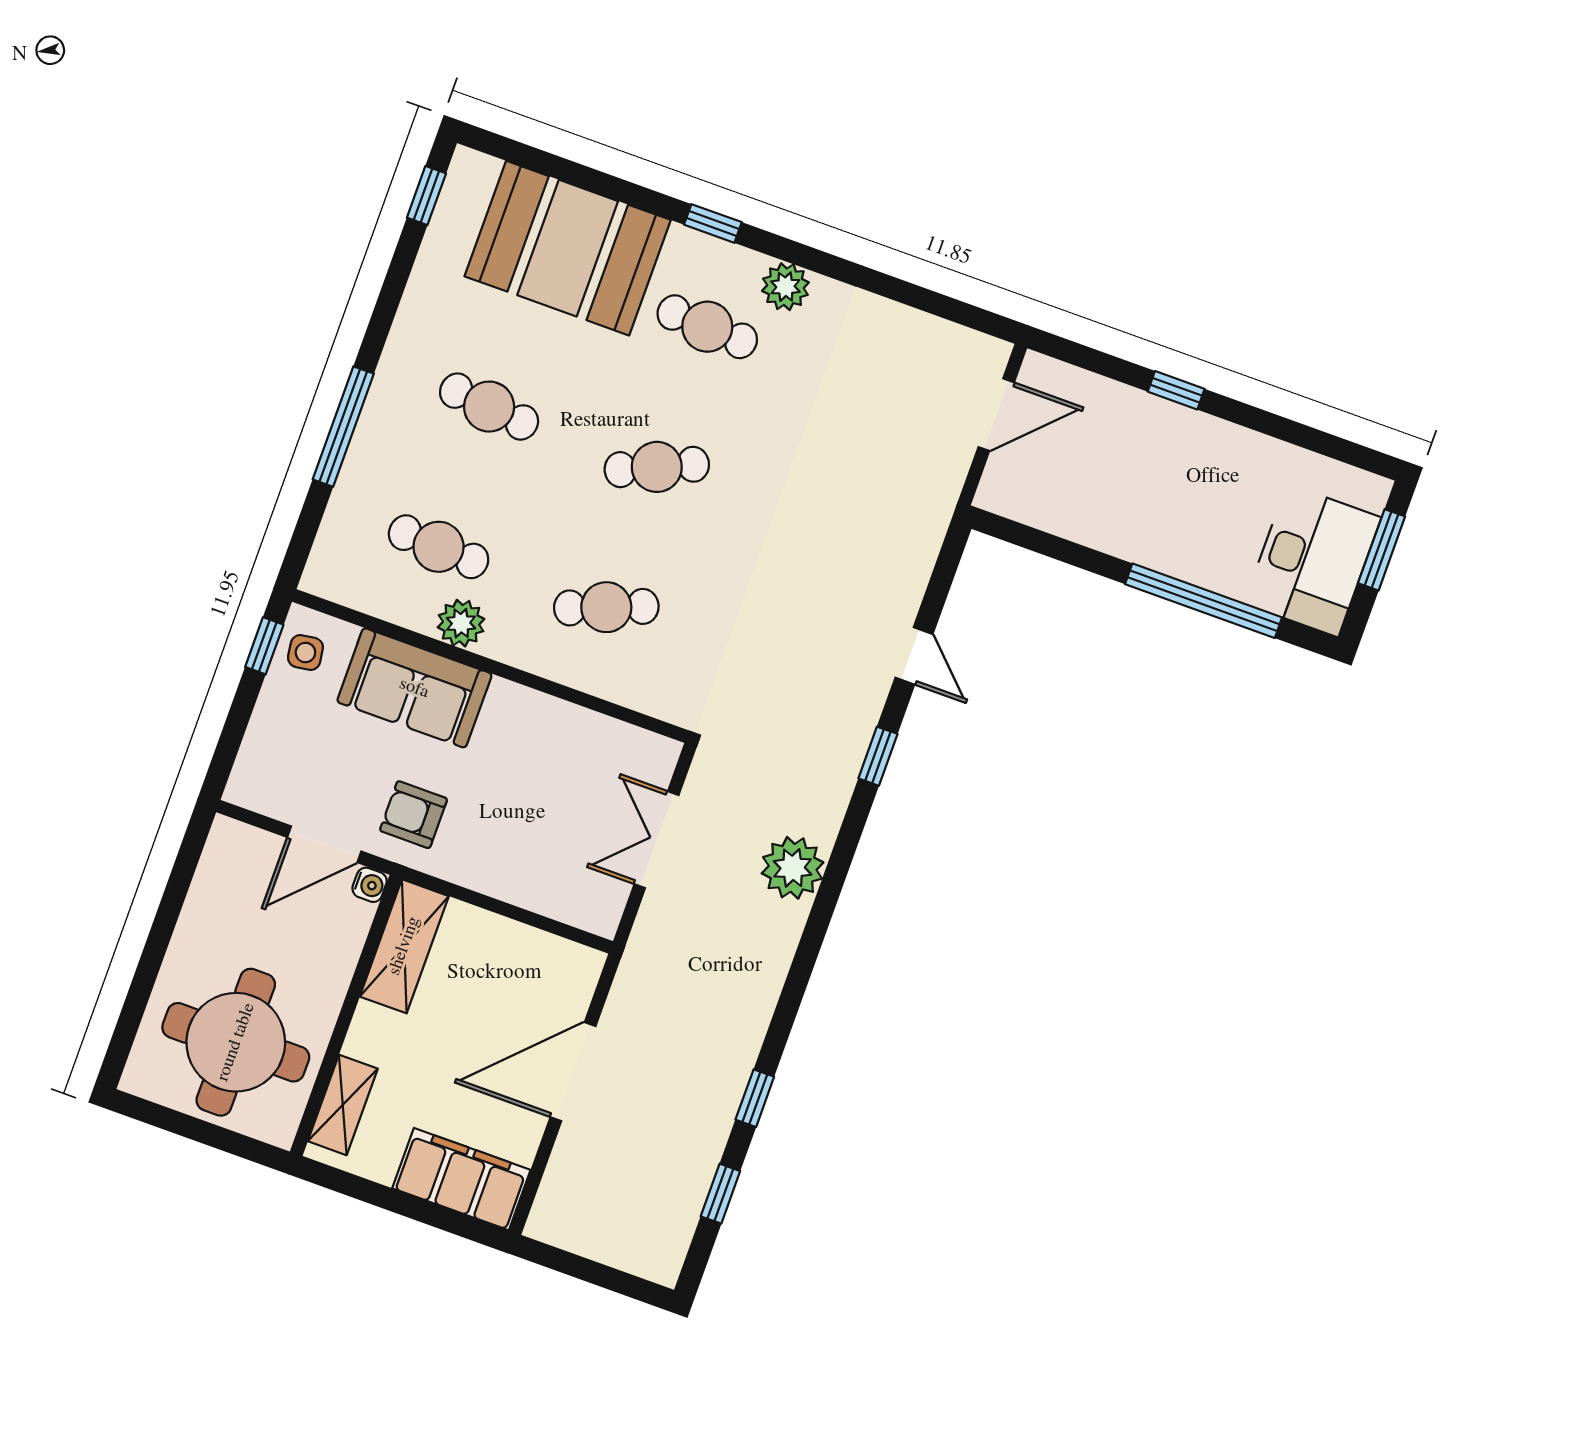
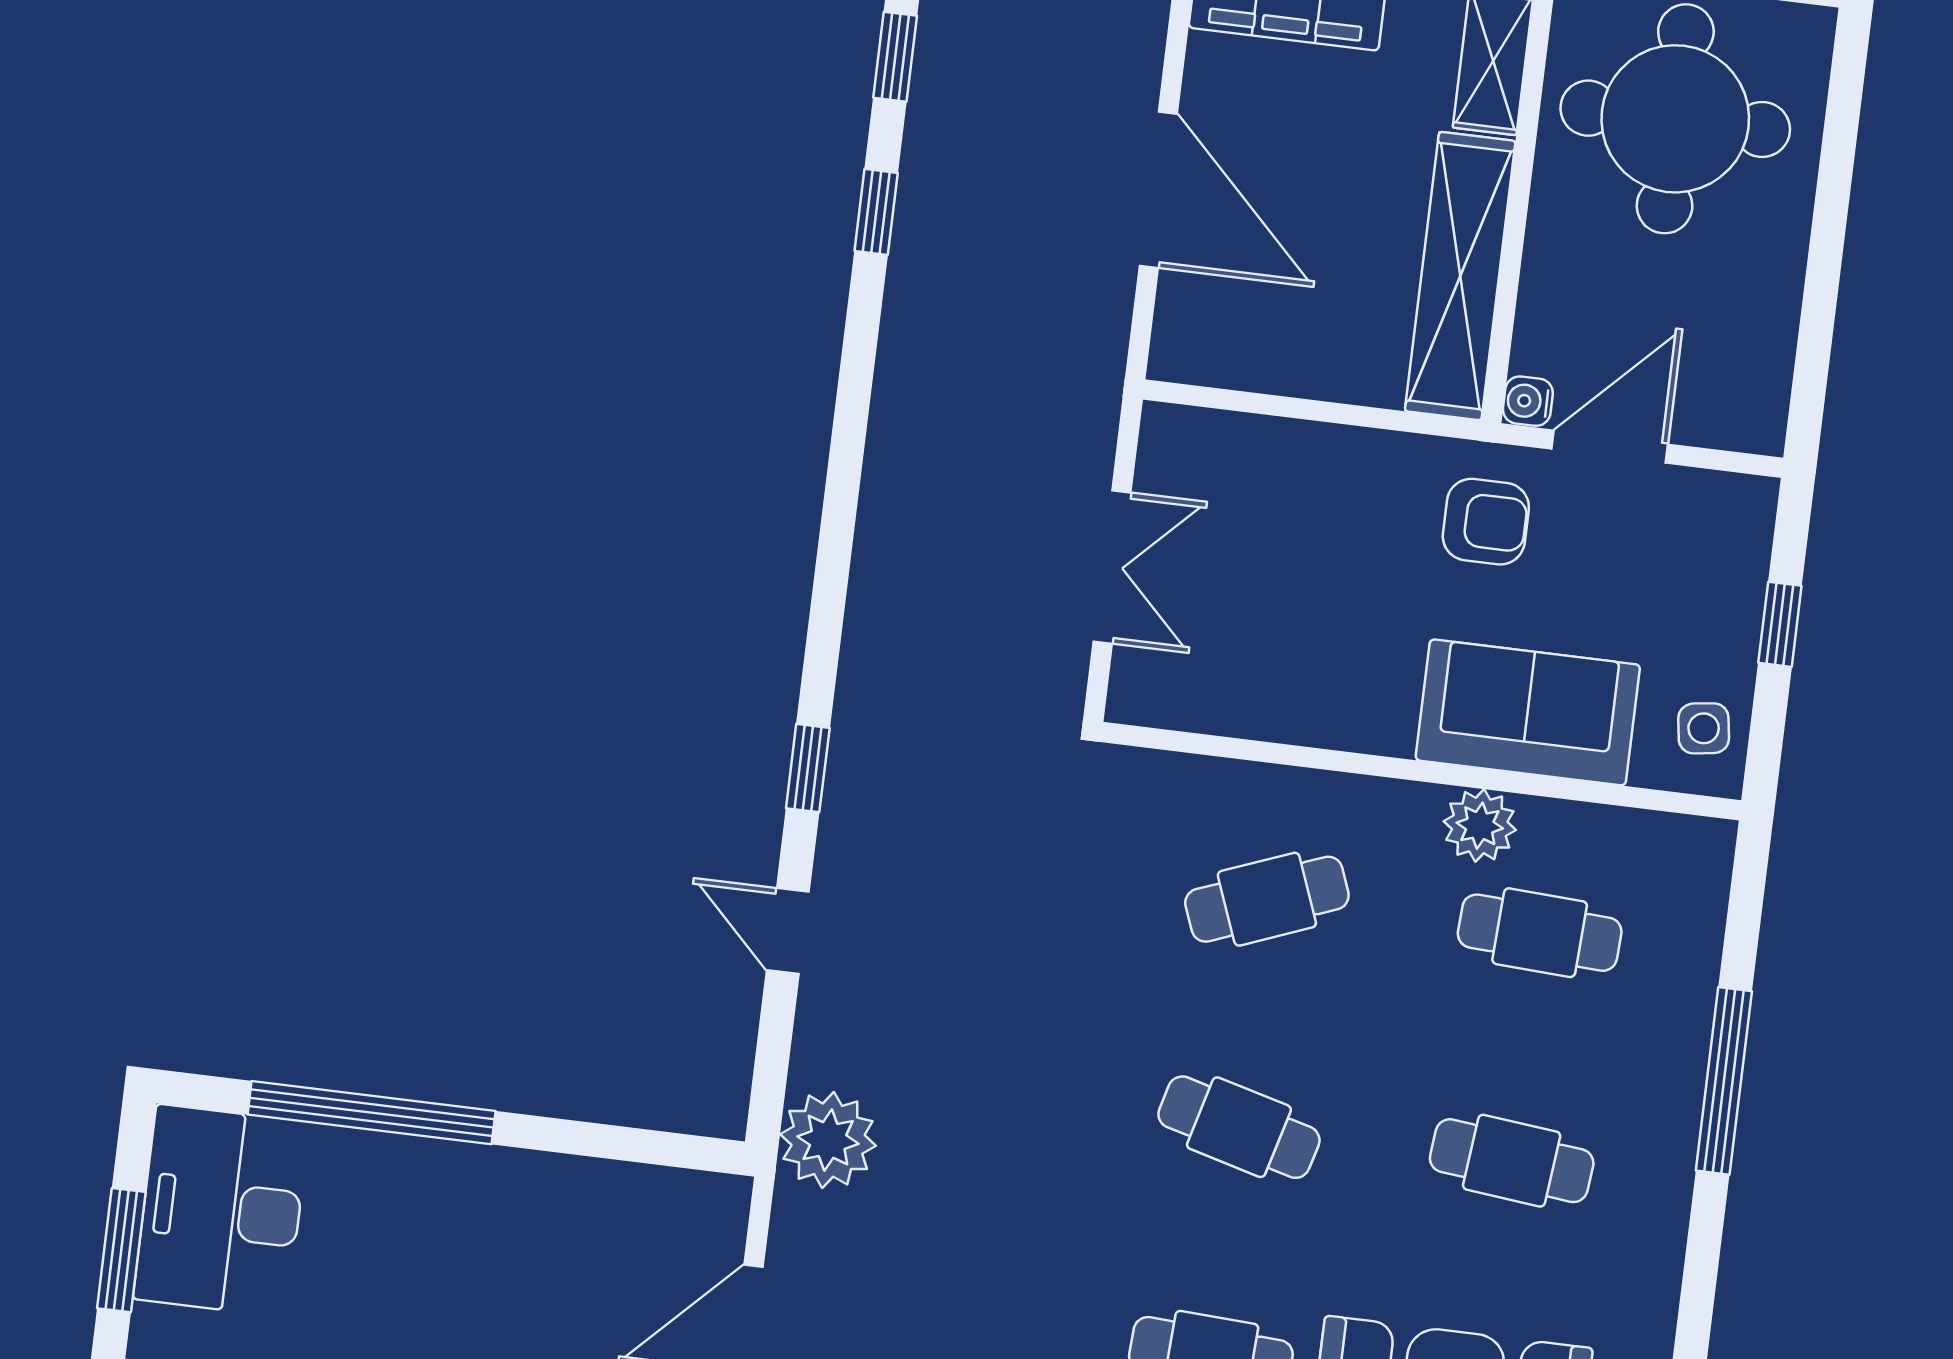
cafe table: (657, 467) -> (1239, 1127), turned 39
window: (264, 646) -> (1780, 624), moved
plant: (793, 868) -> (828, 1140), moved
shelving: (404, 946) -> (1460, 276), width x1.47
door: (573, 1072) -> (1158, 190), hinge flipped

